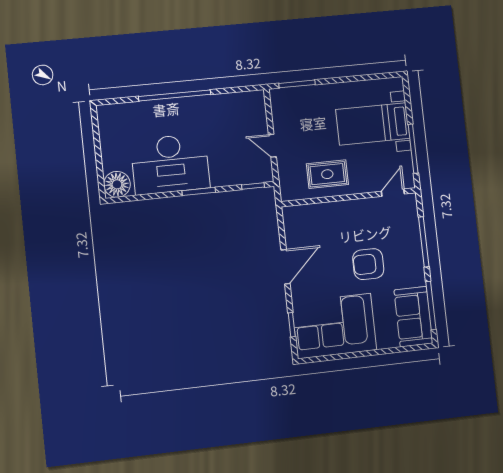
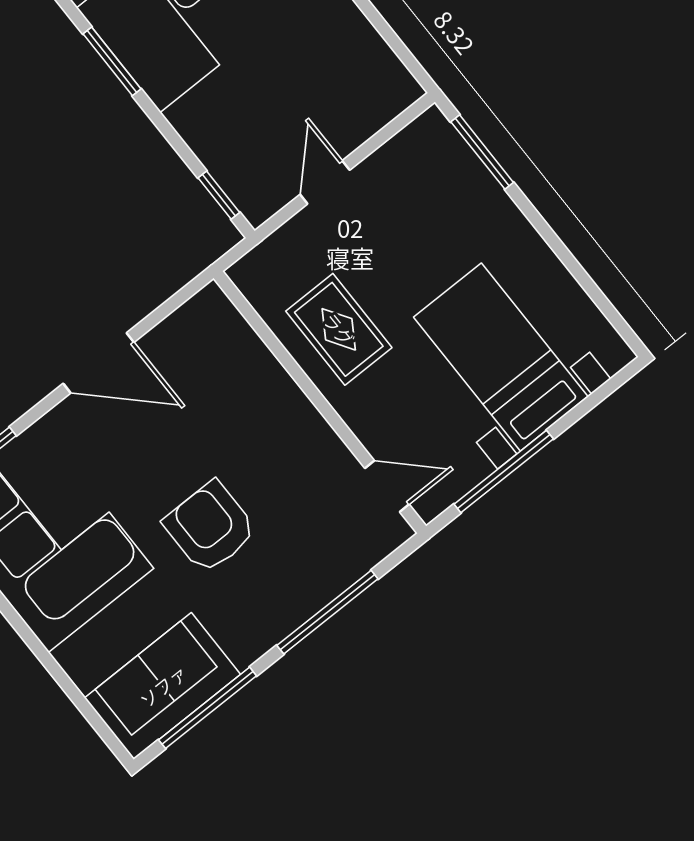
window: (199, 191) -> (112, 61), moved

